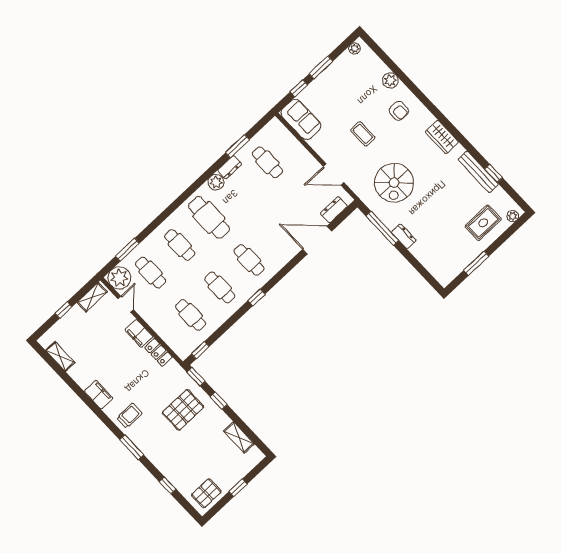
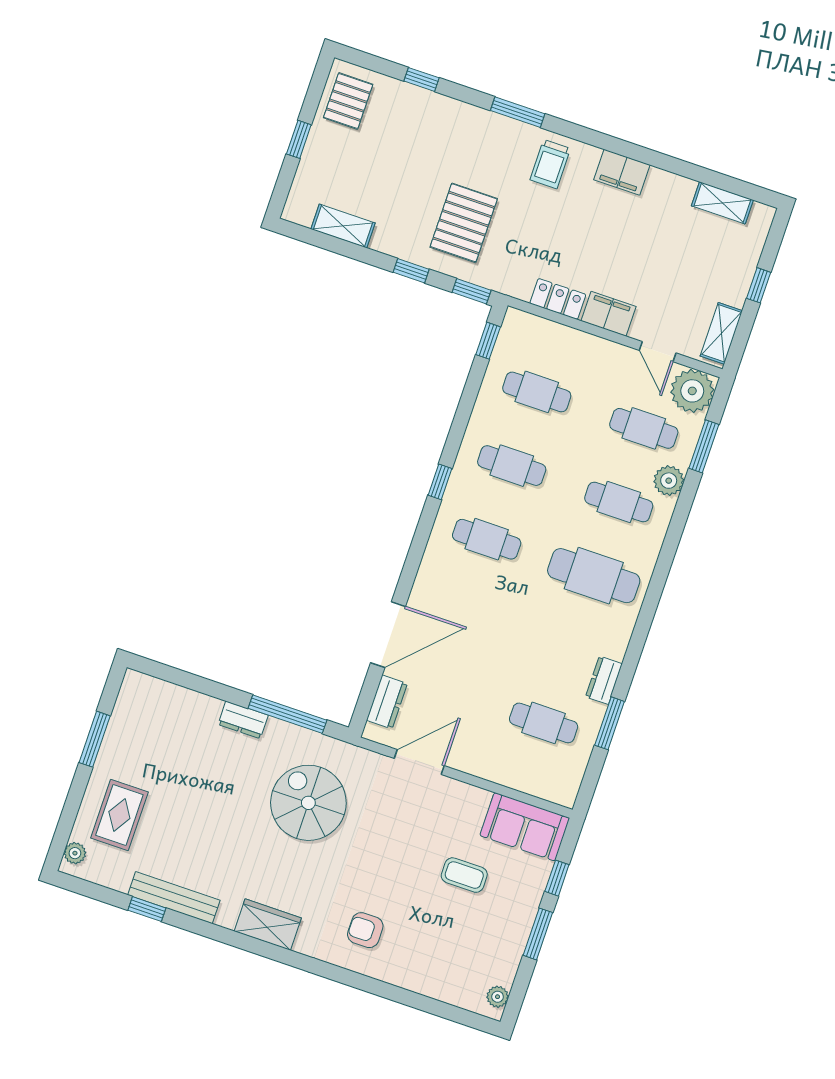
plant: (390, 80) -> (407, 974), removed
coffee table: (363, 134) -> (464, 875), moved
plant: (216, 182) -> (669, 481), moved

